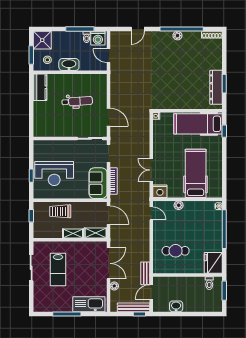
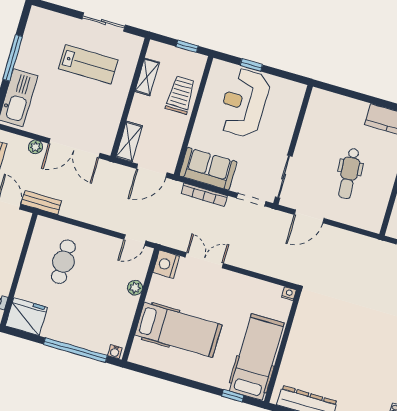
shelving: (73, 234) -> (147, 77), moved
lab bench: (58, 269) -> (88, 64), turned 180

